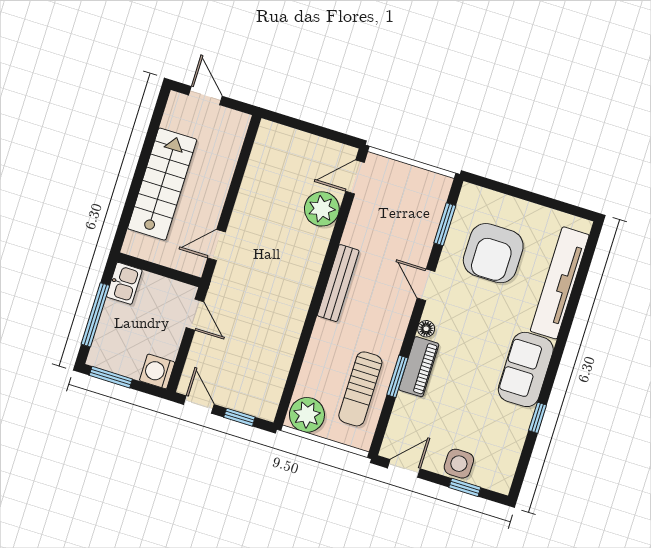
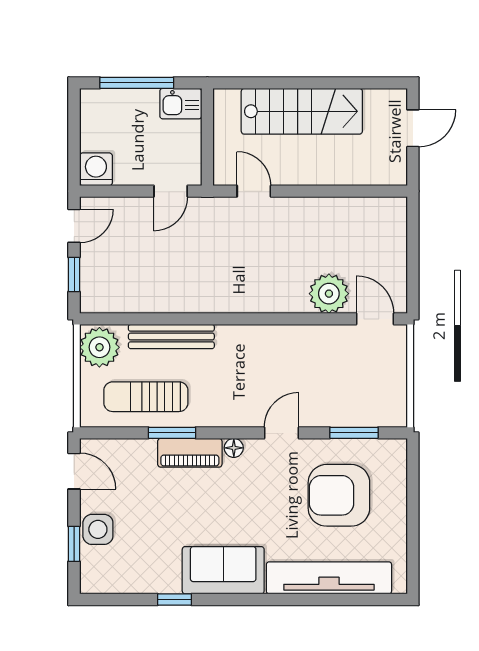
bench: (338, 283) -> (171, 337), moved
window: (111, 377) -> (74, 121), removed

